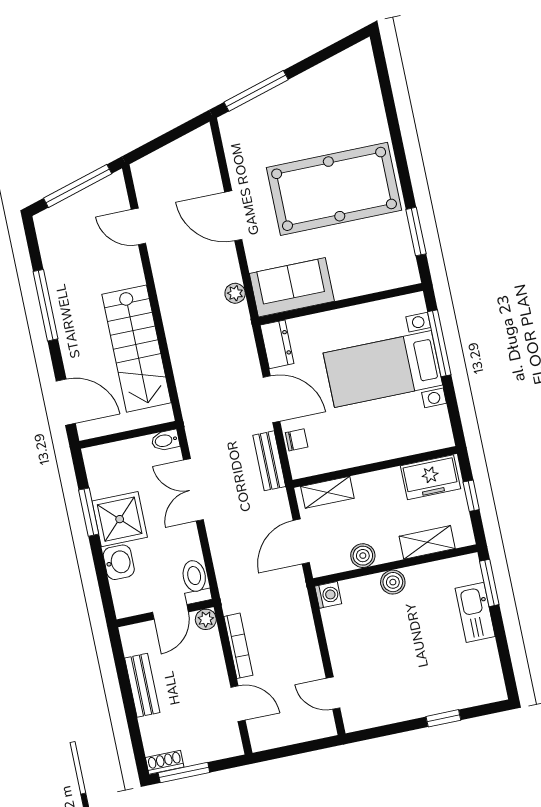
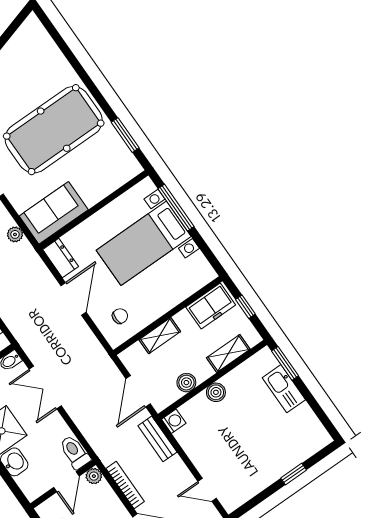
door: (272, 399) -> (73, 299), hinge flipped
chair: (297, 440) -> (120, 316), moved
bench: (269, 461) -> (157, 439), moved
shelving: (327, 492) -> (160, 336), moved

